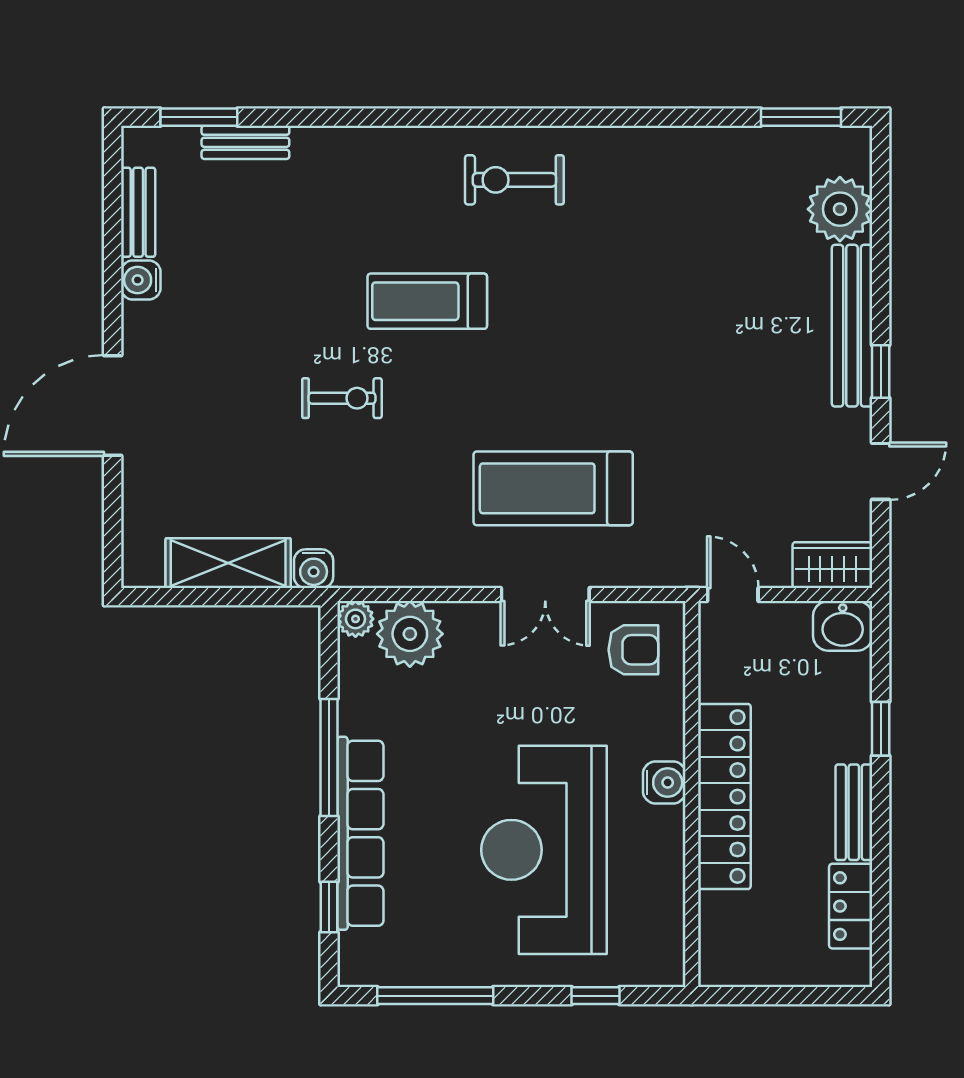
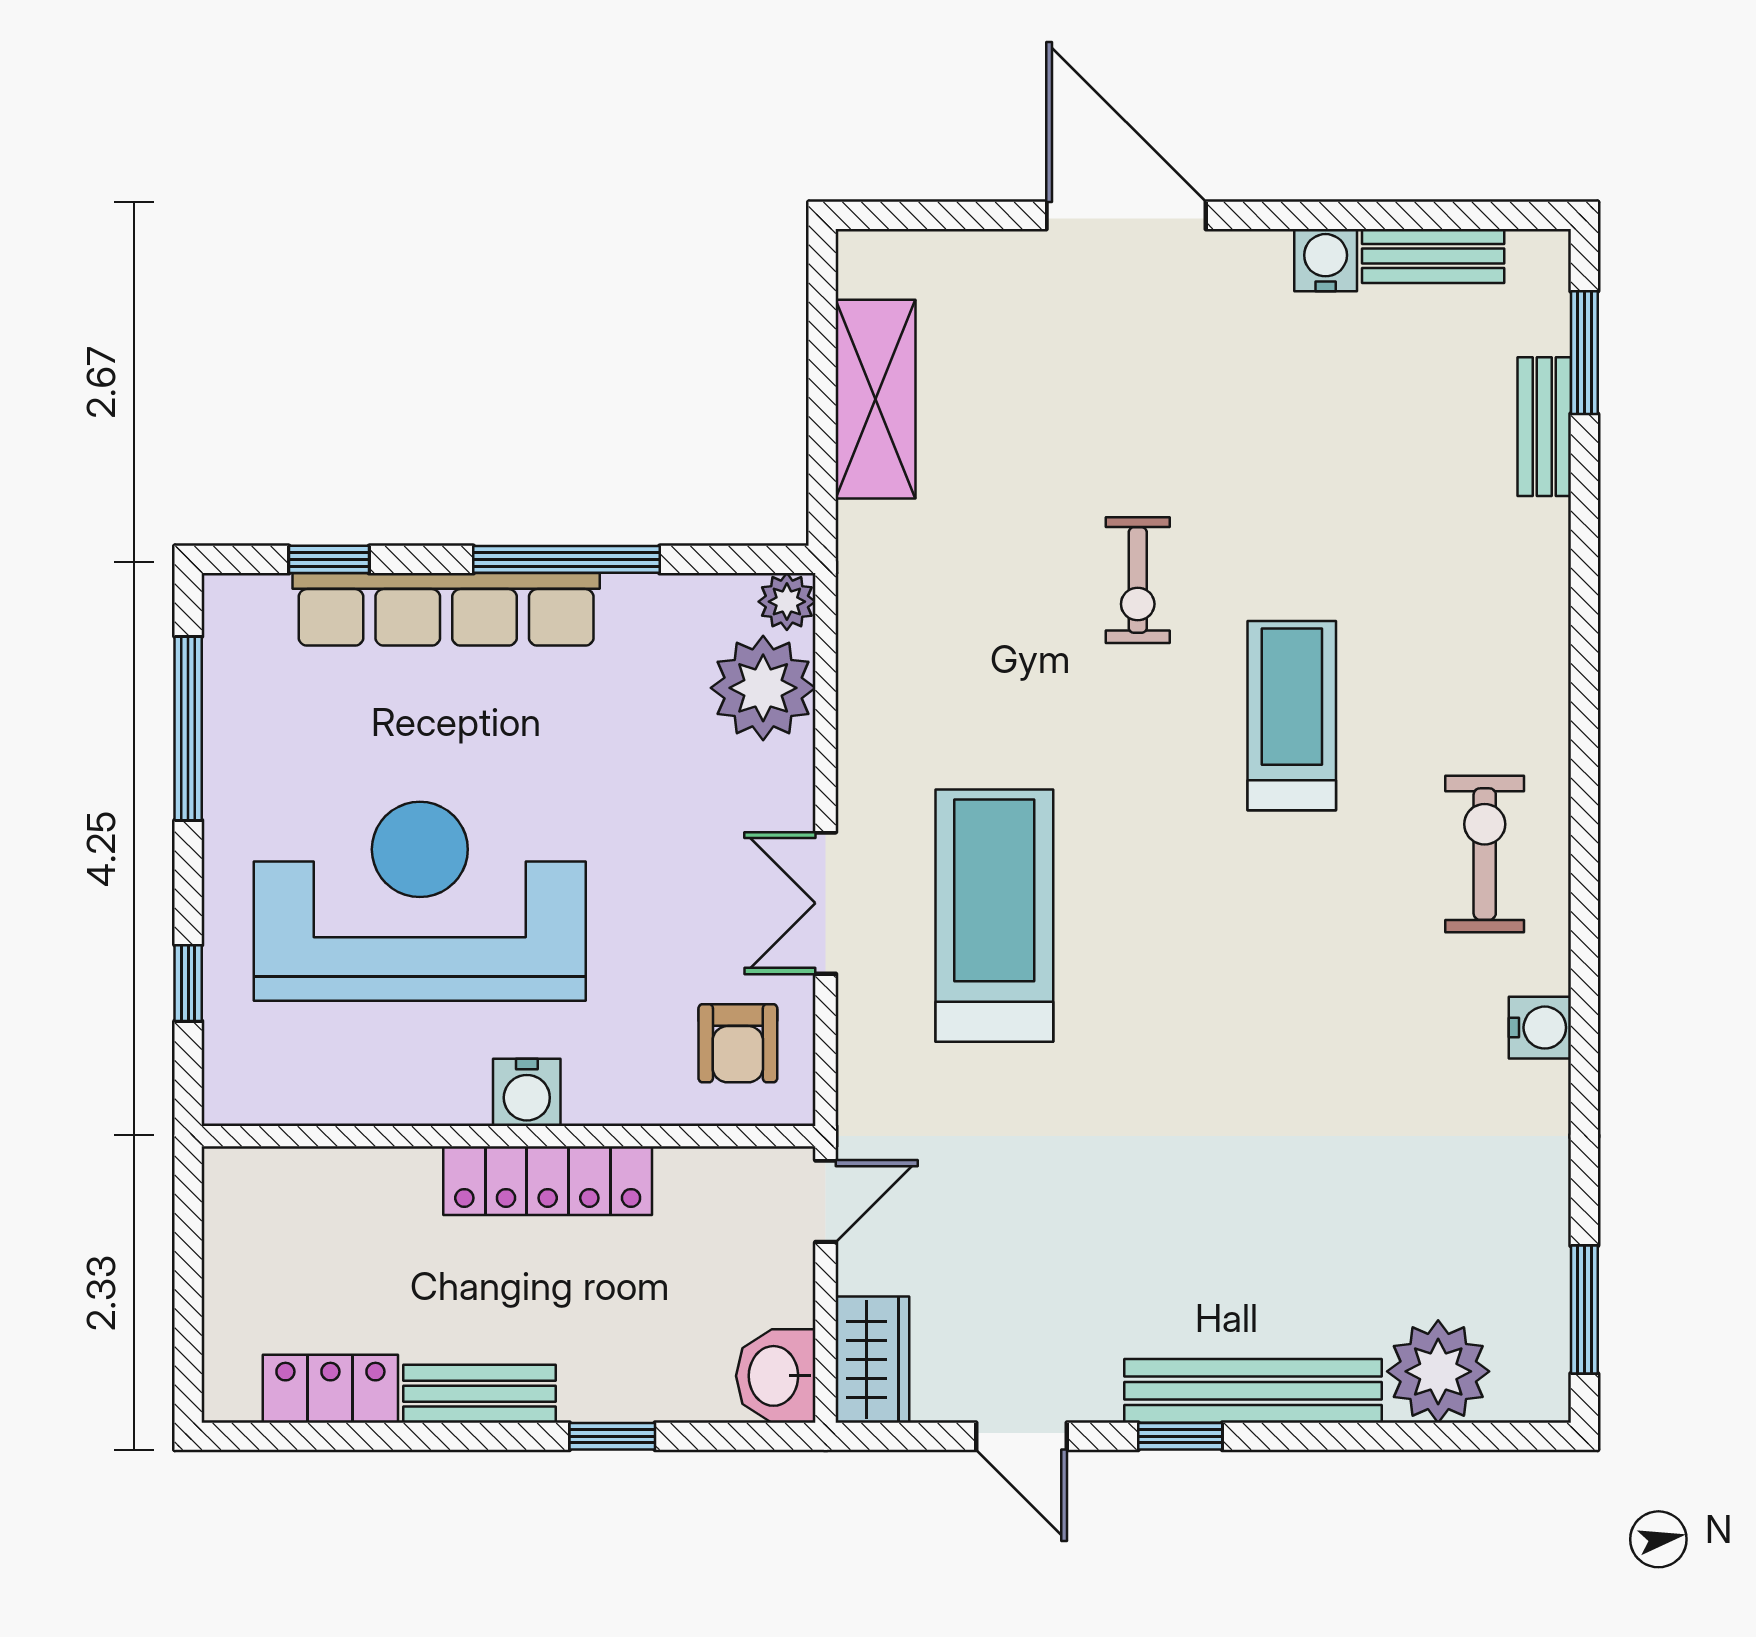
water cooler: (314, 569) -> (1540, 1028), moved, turned 180
locker: (724, 797) -> (548, 1181), width x0.71, depth x0.83

